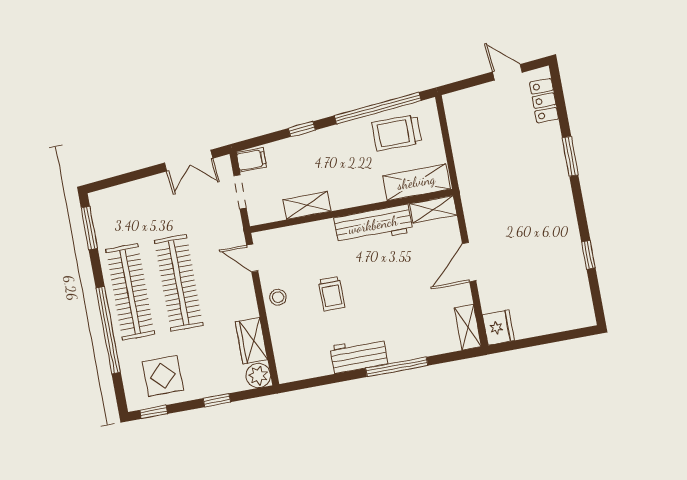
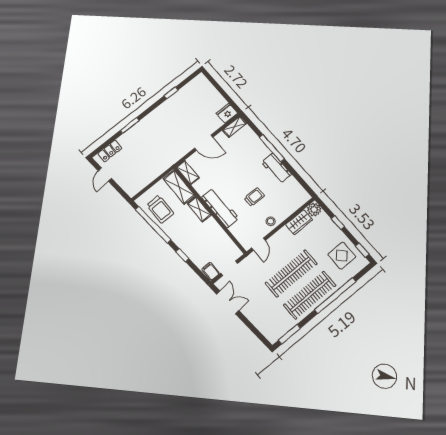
shelving: (307, 205) -> (199, 209), moved
workbench: (373, 225) -> (220, 208), moved

